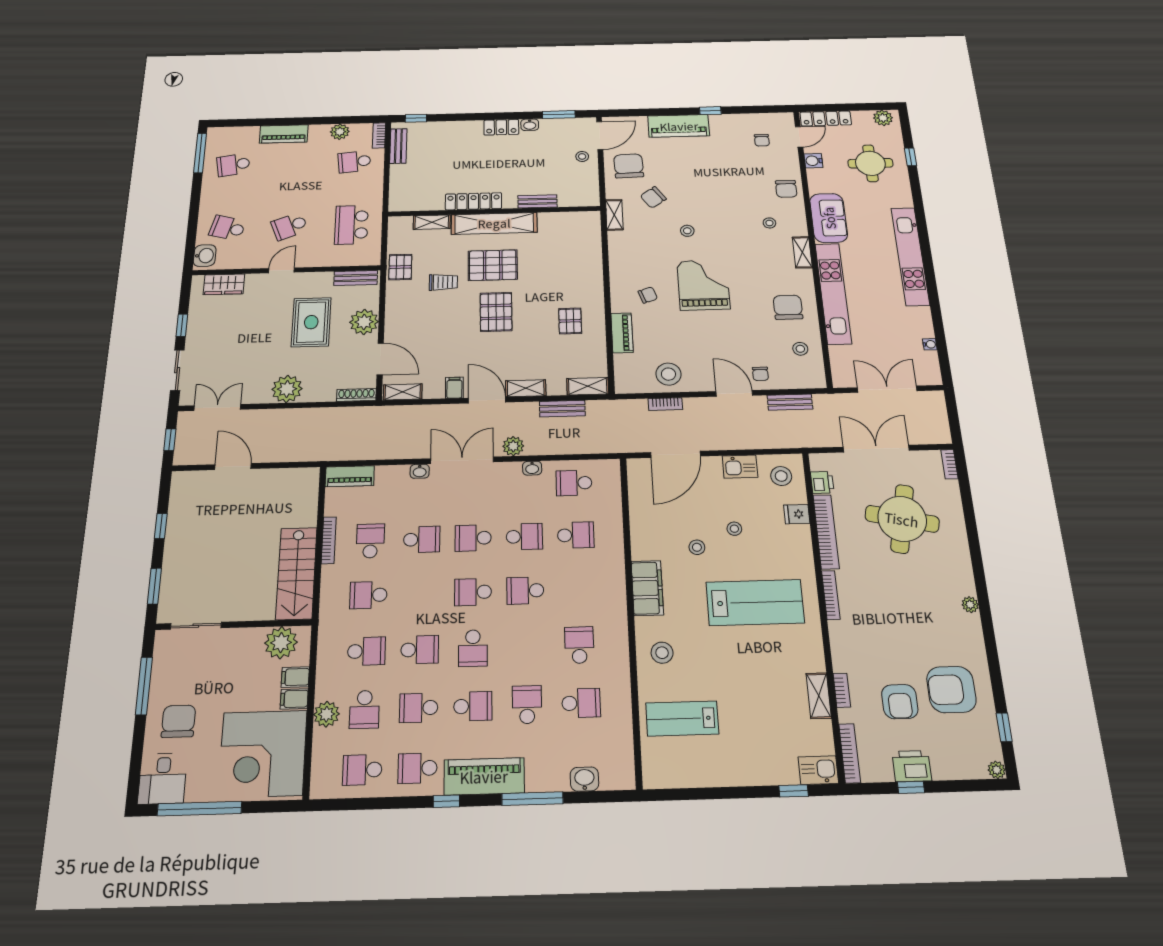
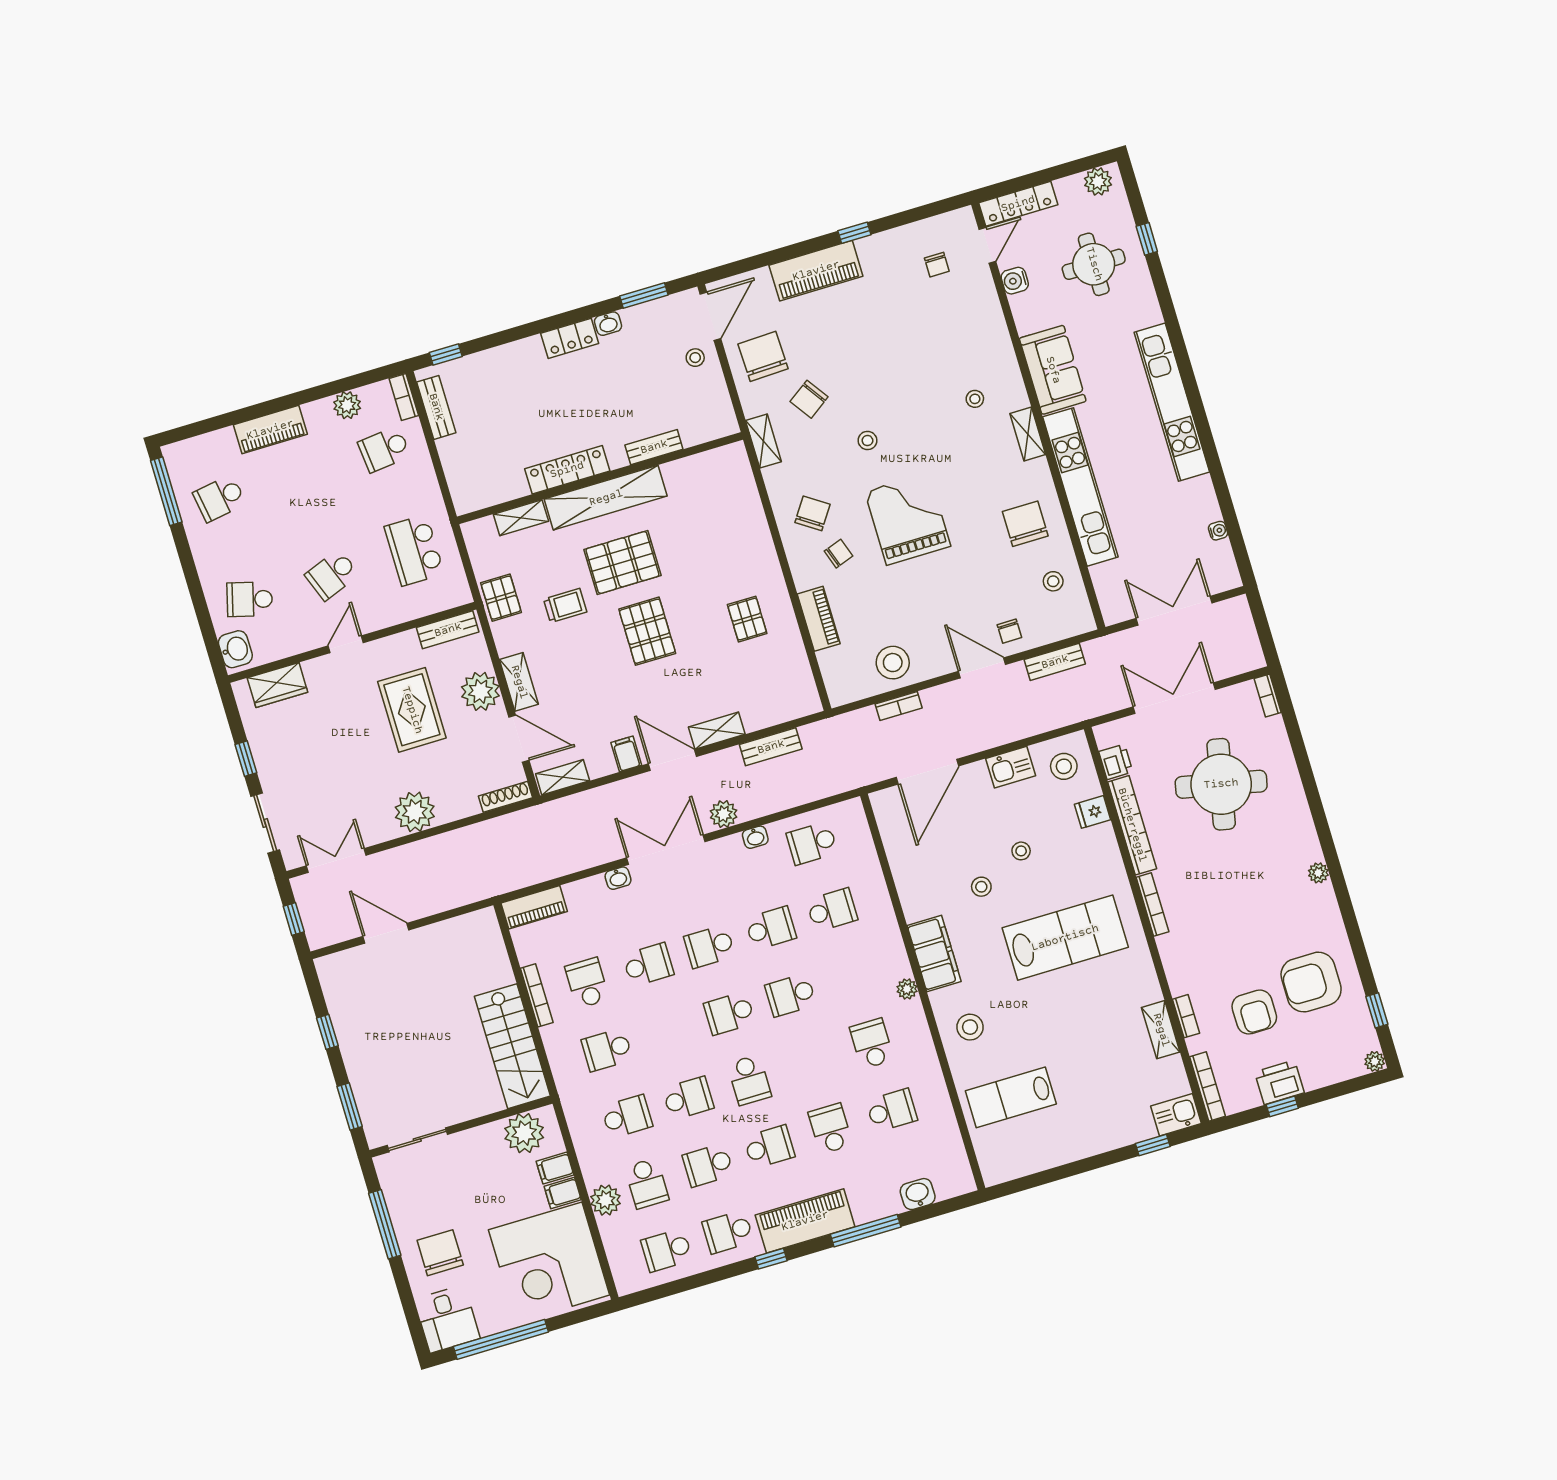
chair: (786, 189) -> (812, 513), moved, turned -146
shelving: (588, 386) -> (519, 682), moved, turned 90
plant: (619, 610) -> (907, 989), added

